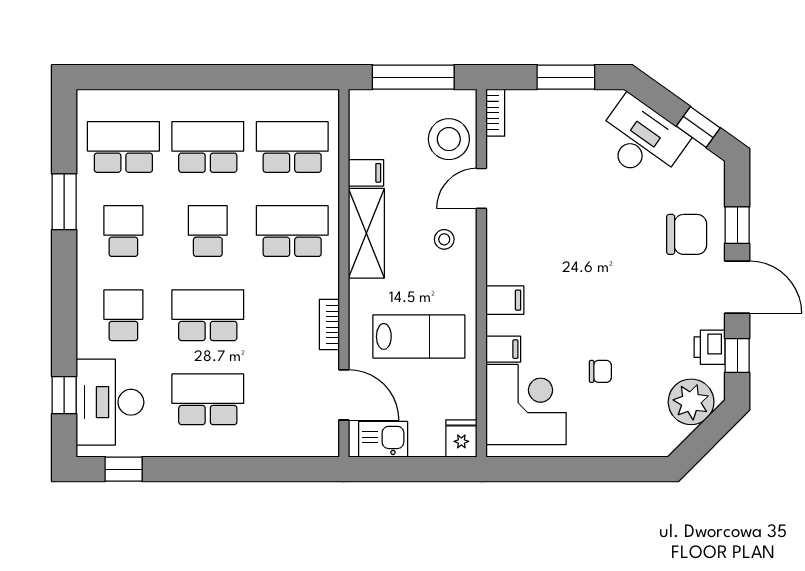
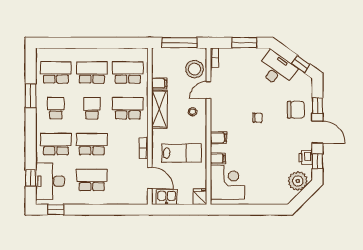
school desk: (123, 315) -> (56, 144), width x1.85
chair: (600, 371) -> (258, 118), moved

